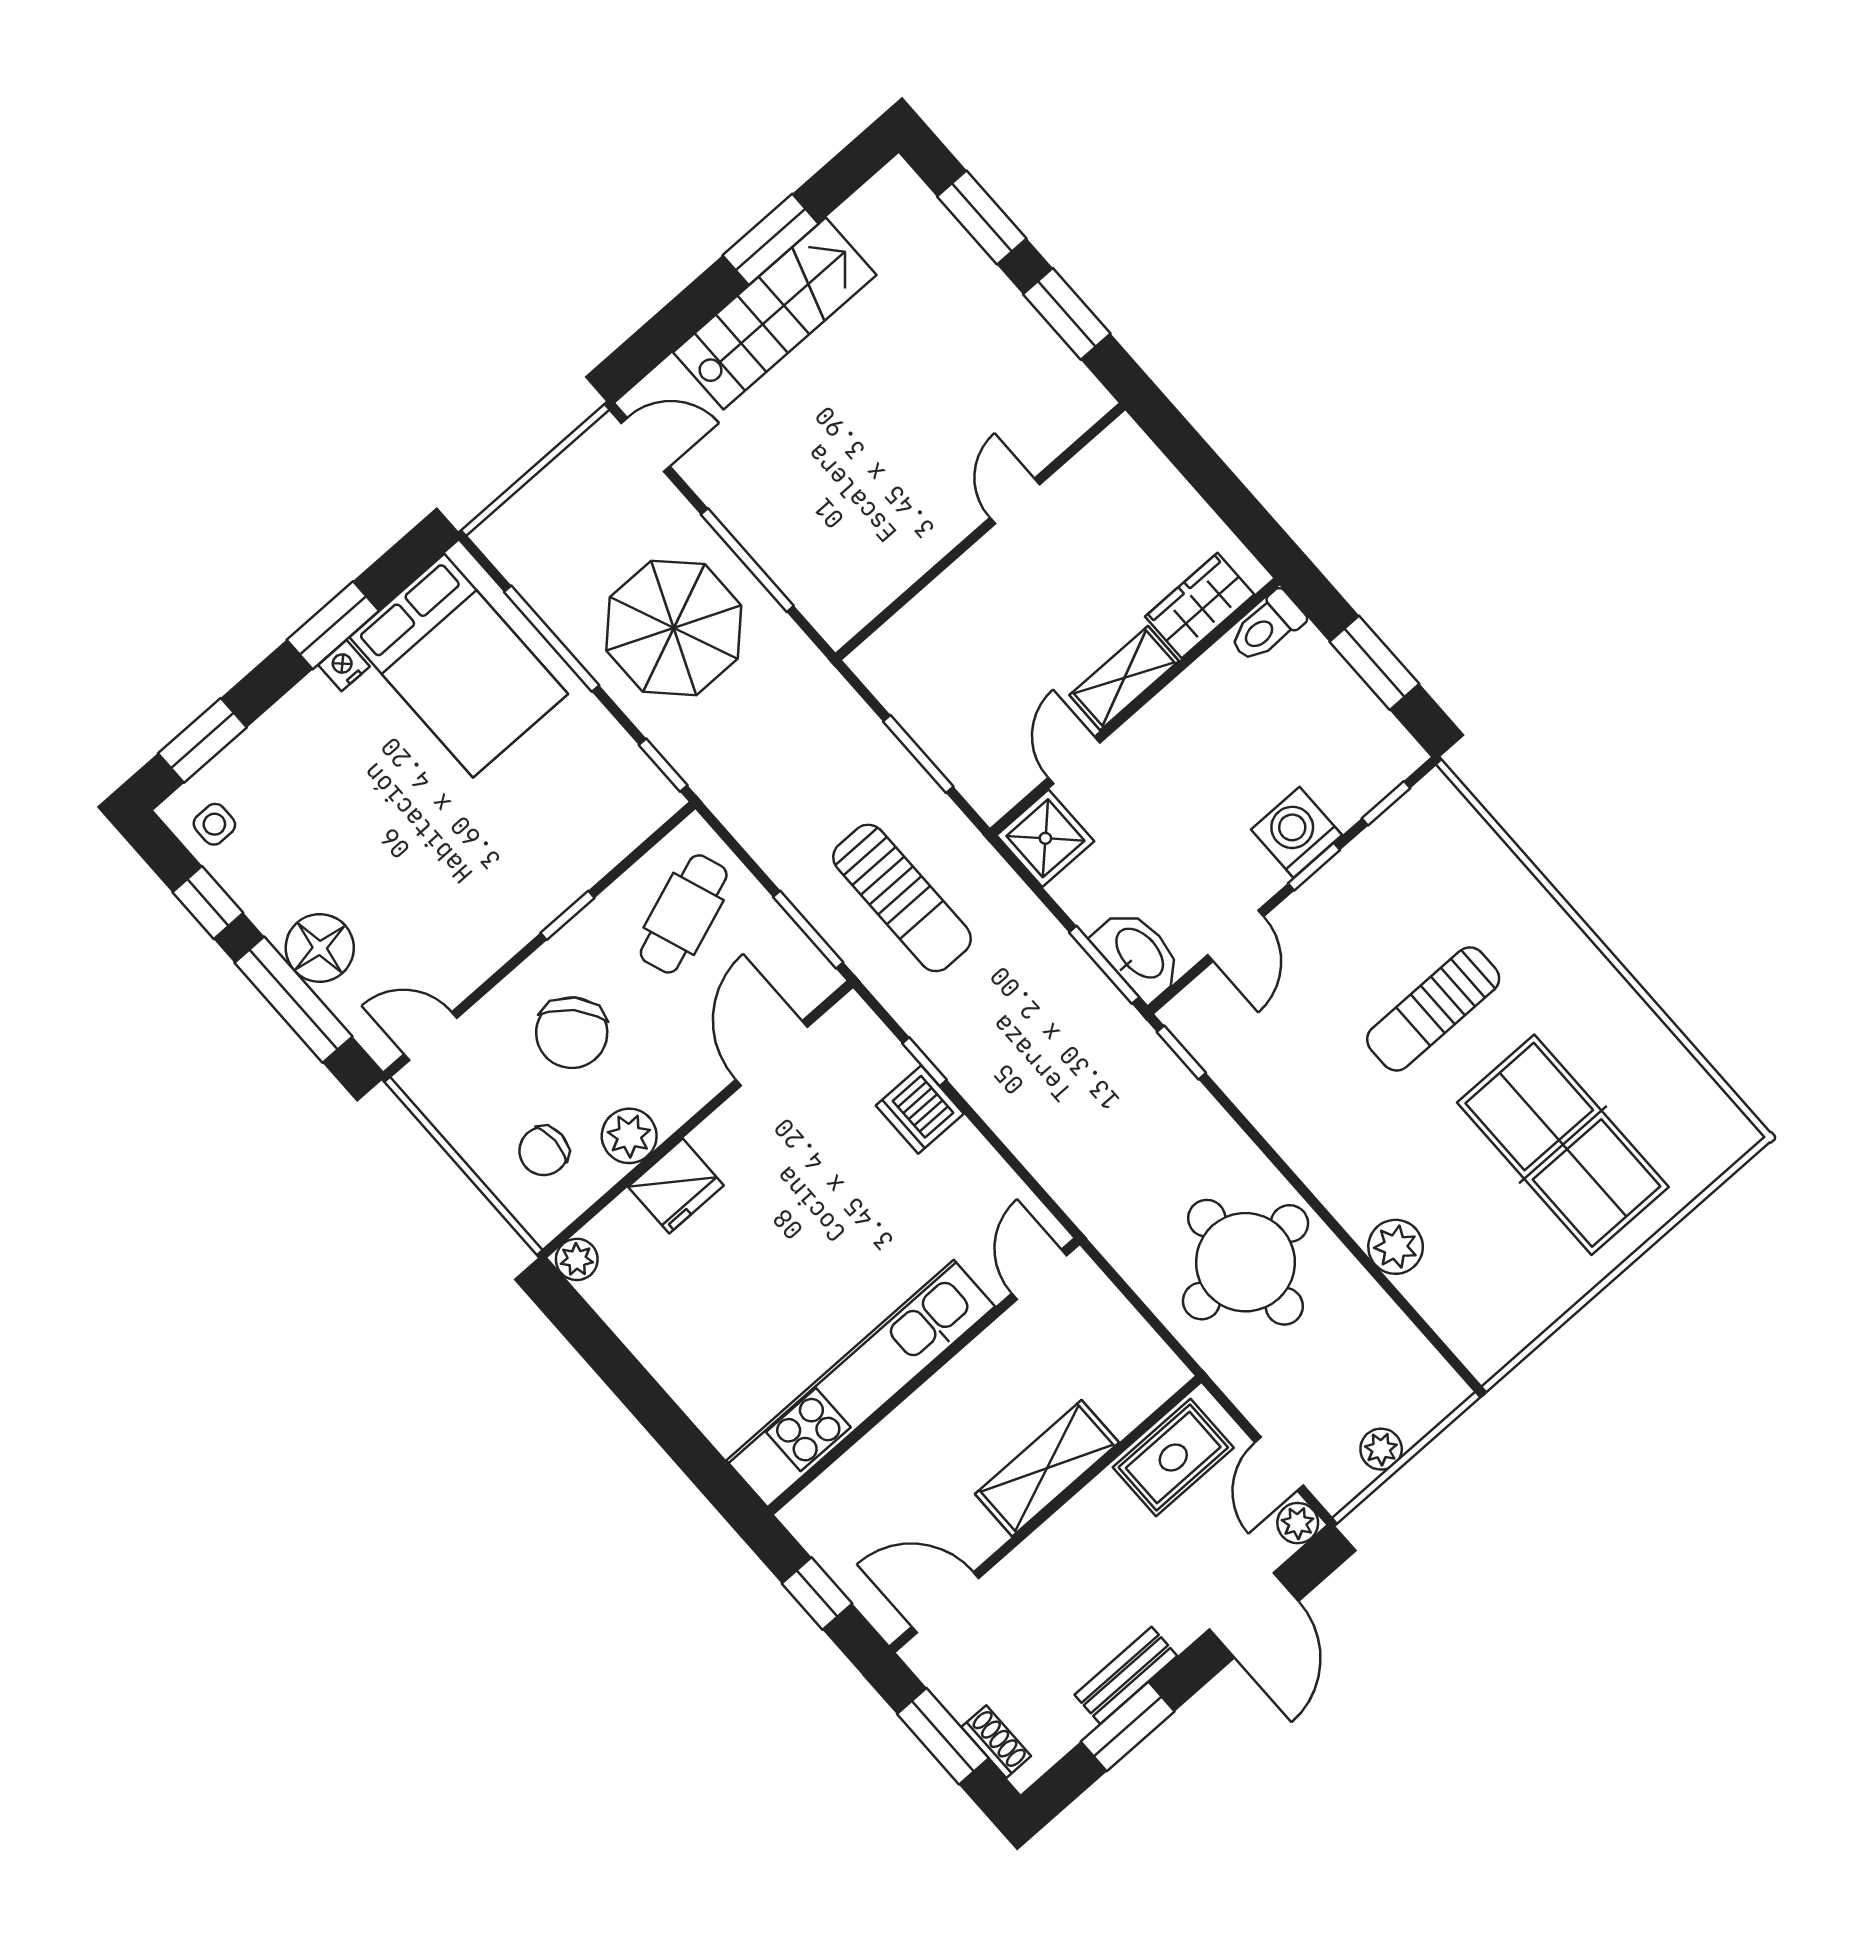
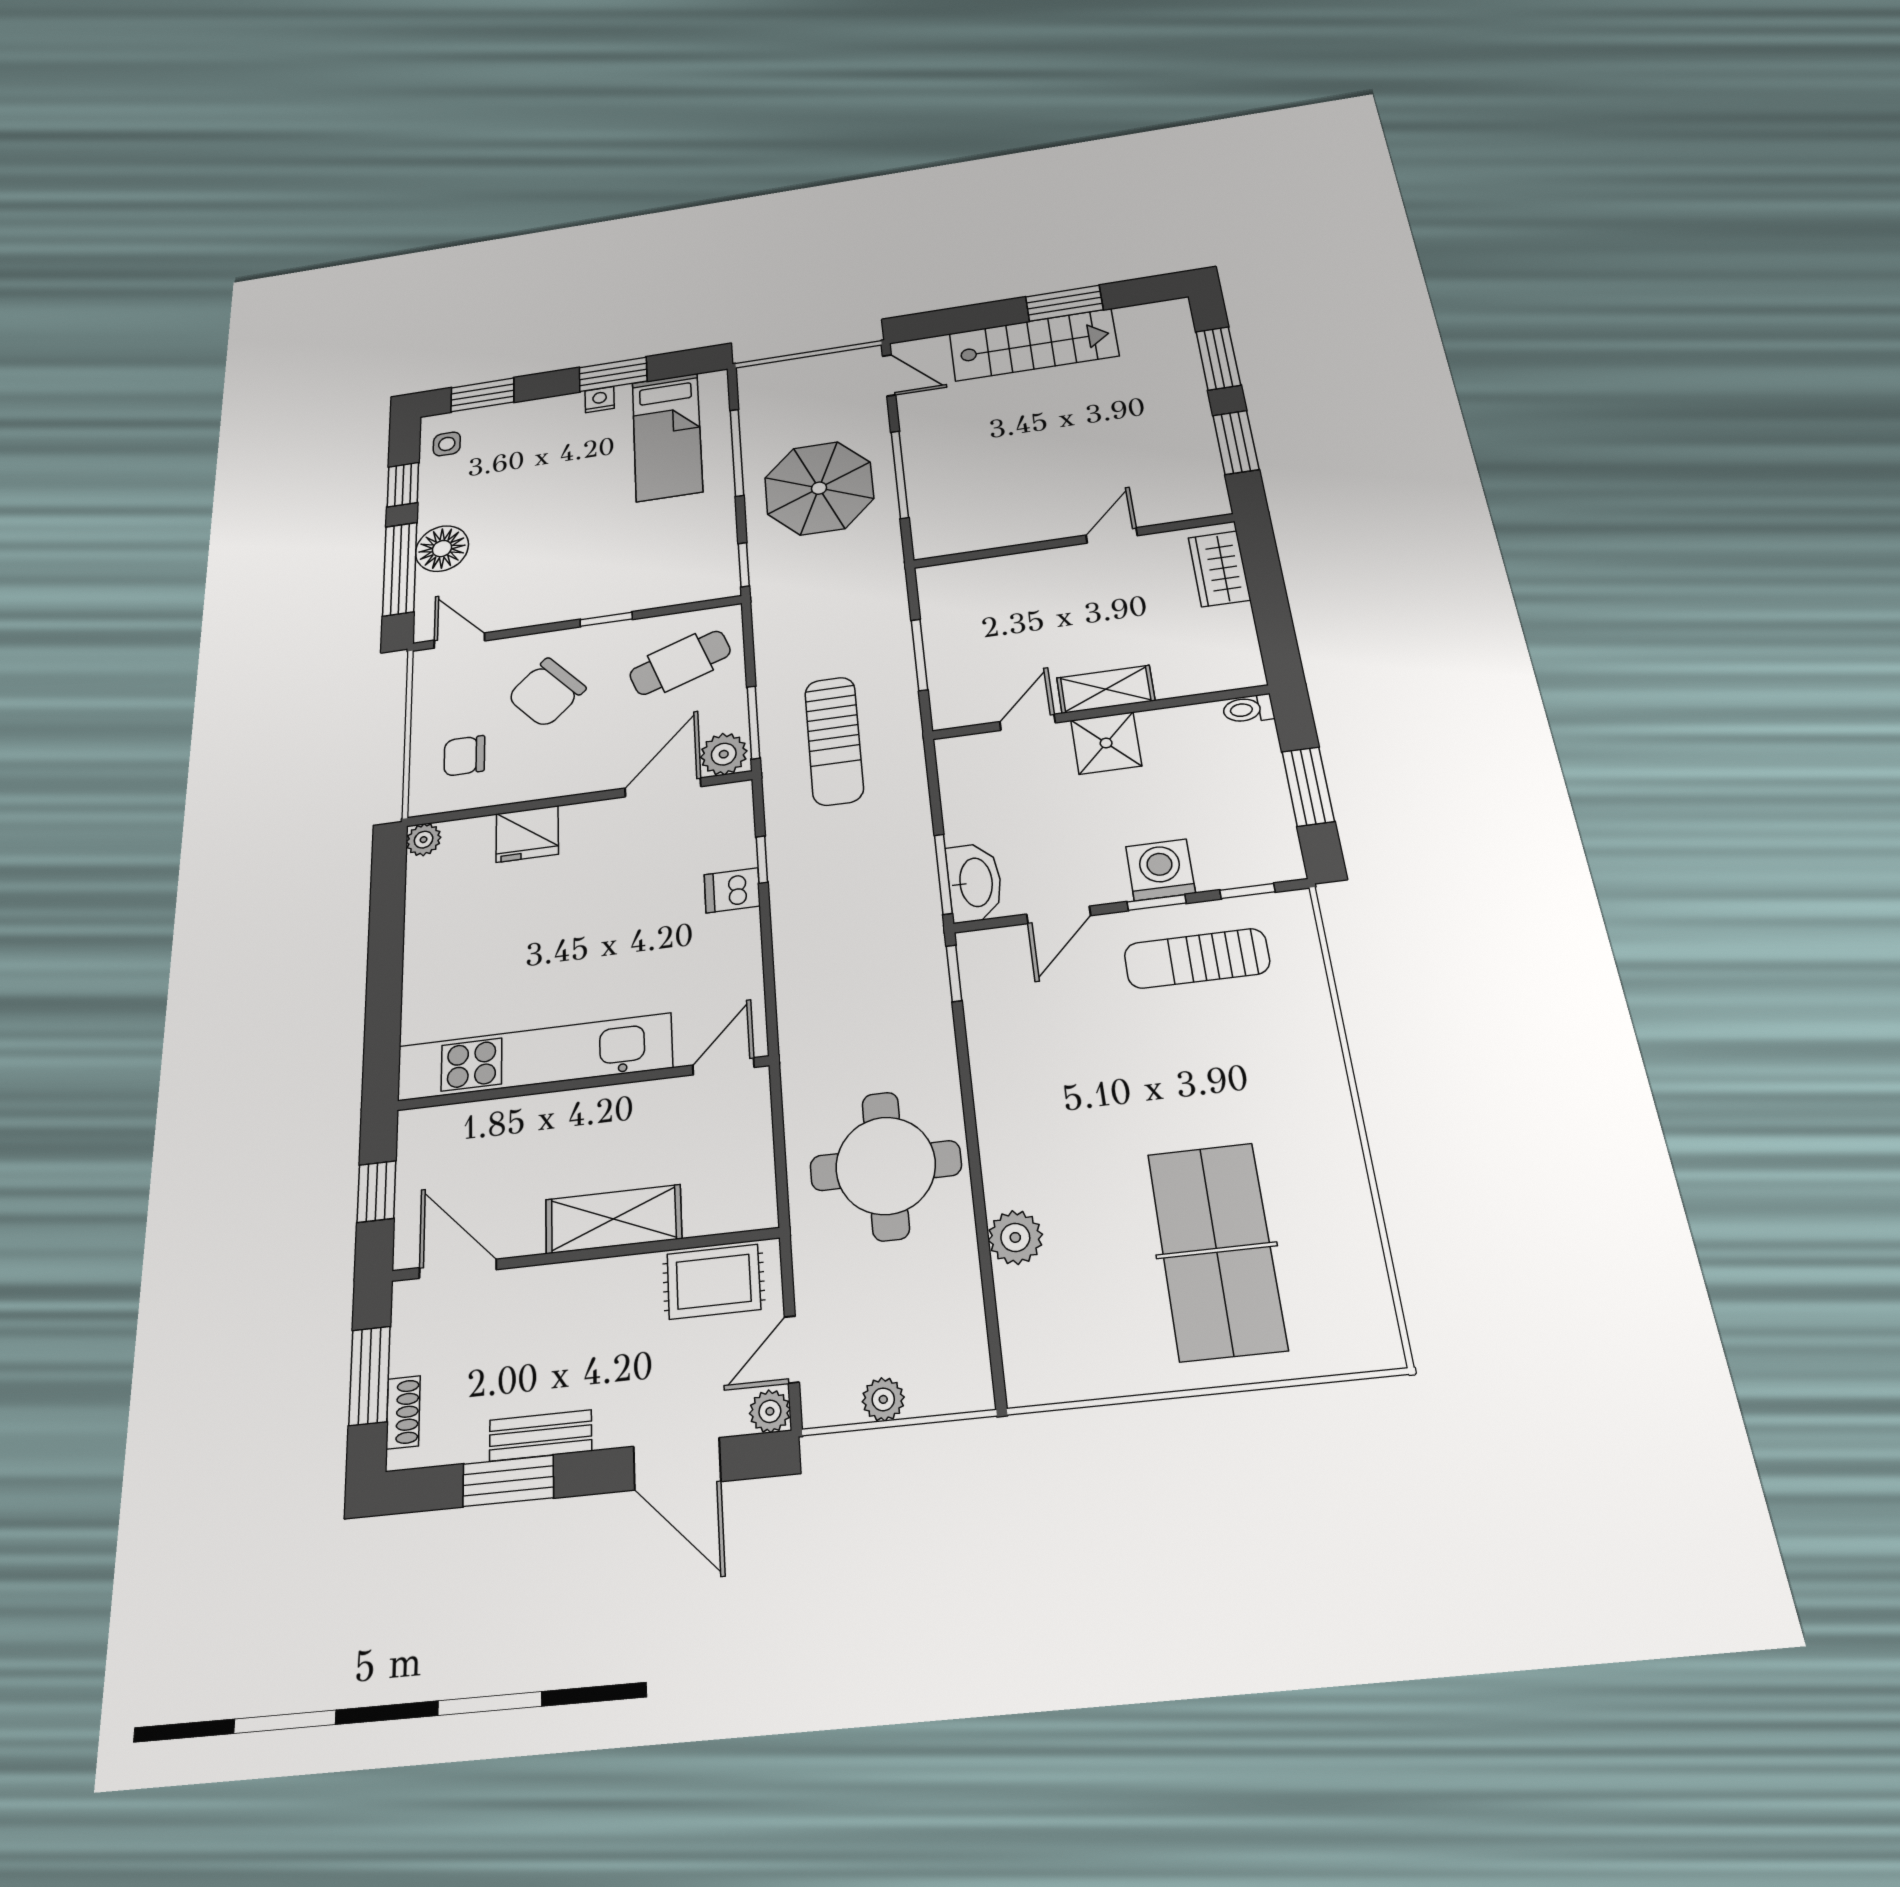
wardrobe: (1200, 606) -> (1219, 569), moved, turned -90
toilet: (1267, 627) -> (1248, 709), width x0.73, depth x0.72
bed: (459, 666) -> (667, 437), width x0.67
shower: (1045, 838) -> (1106, 743), moved
sun lounger: (1433, 1009) -> (1197, 958), moved
dishwasher: (920, 1110) -> (732, 890), width x0.73
plant: (629, 1136) -> (724, 754), moved
door: (1254, 1615) -> (677, 1464), hinge flipped

